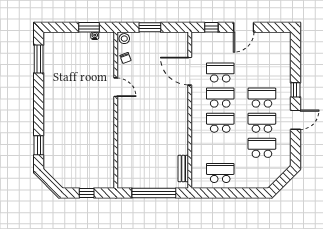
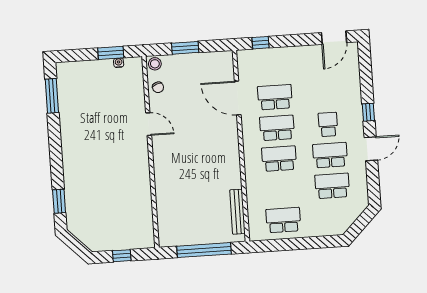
door: (244, 27) -> (334, 38), moved
school desk: (262, 98) -> (328, 124), width x0.54
bench: (183, 168) -> (237, 212), width x1.36

